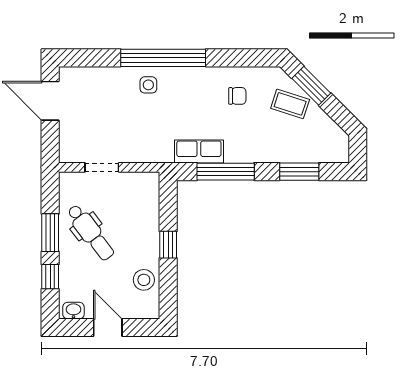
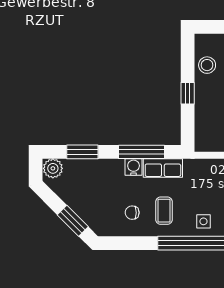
coffee table: (290, 104) -> (164, 211), moved, turned 72
plant: (336, 151) -> (53, 168), added
water cooler: (236, 153) -> (134, 167), added

